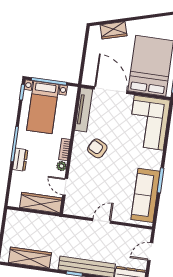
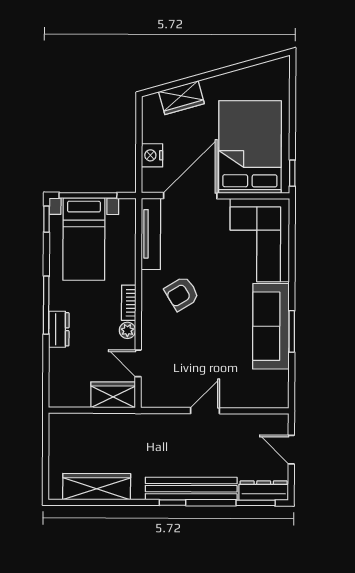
nightstand: (91, 63) -> (152, 155), added
door: (111, 90) -> (190, 196), hinge flipped
armchair: (97, 148) -> (182, 294), turned -59
sofa: (146, 195) -> (271, 326), moved
wardrobe: (41, 203) -> (113, 395), width x0.67
door: (150, 252) -> (291, 450), hinge flipped

